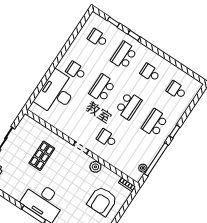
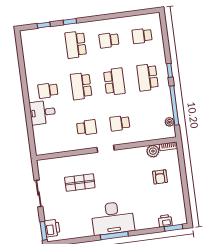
school desk: (98, 38) -> (87, 128), moved, turned 180
desk: (56, 93) -> (43, 112), width x0.53, depth x0.77
shop shelf: (42, 156) -> (80, 182), turned 90
plant: (95, 167) -> (153, 151), moved
armchair: (102, 201) -> (160, 177), width x0.53, depth x0.53

